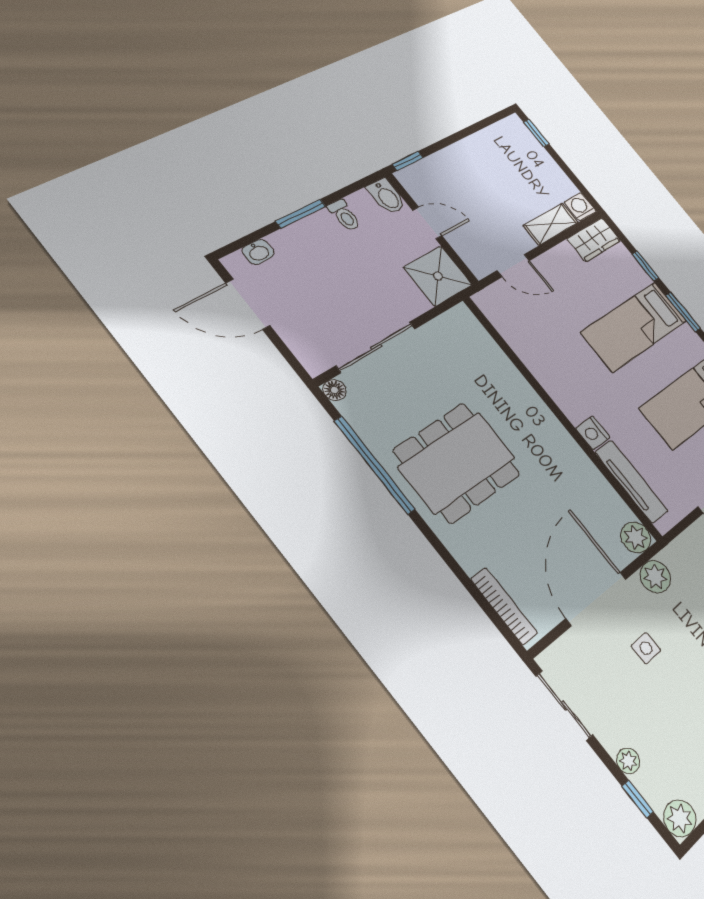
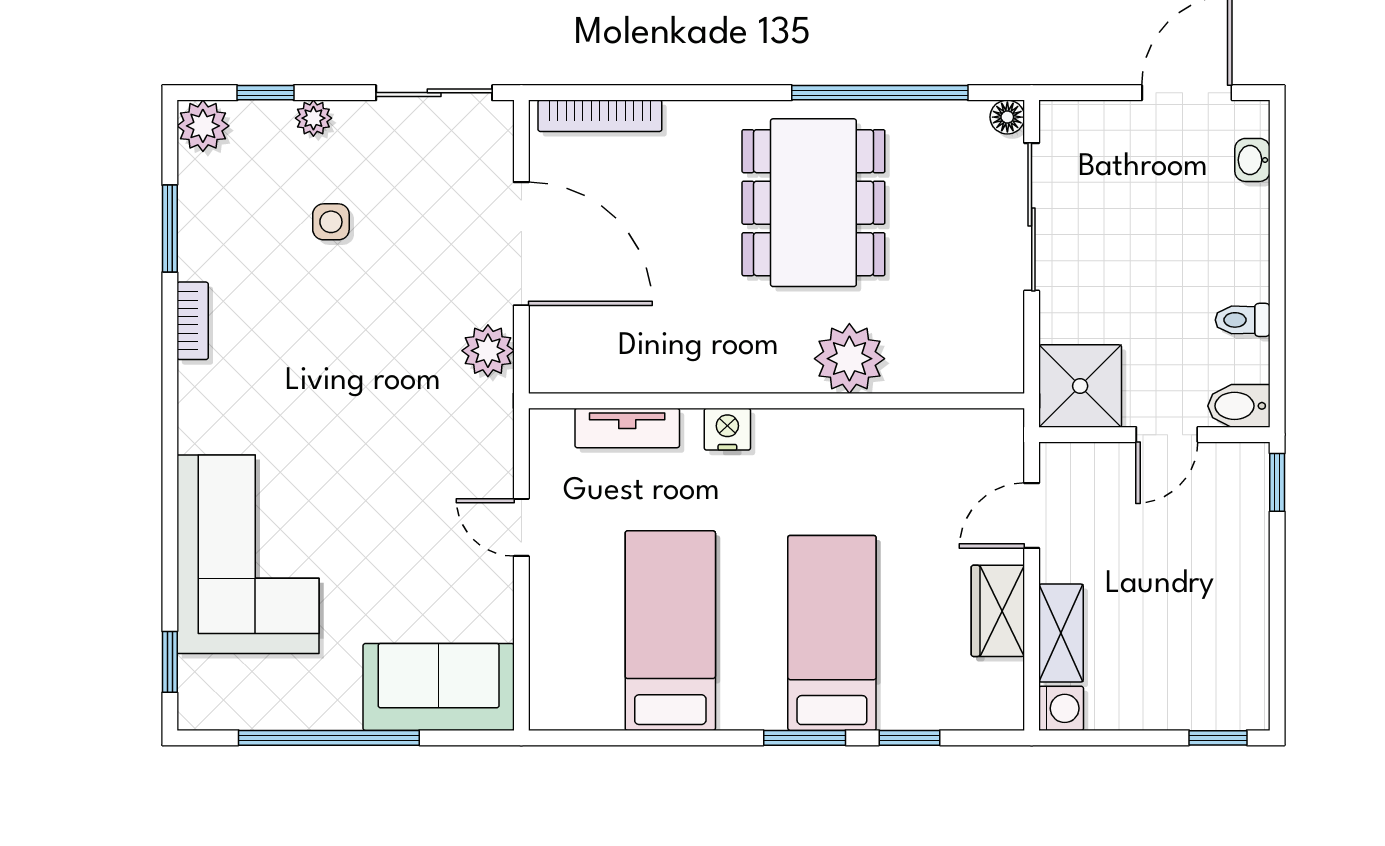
window: (301, 214) -> (1277, 260), removed
wardrobe: (594, 240) -> (998, 611), moved
tv unit: (631, 482) -> (627, 428), width x0.71
plant: (636, 537) -> (849, 359), moved, width x1.36, depth x1.36
side table: (646, 648) -> (331, 222), moved

